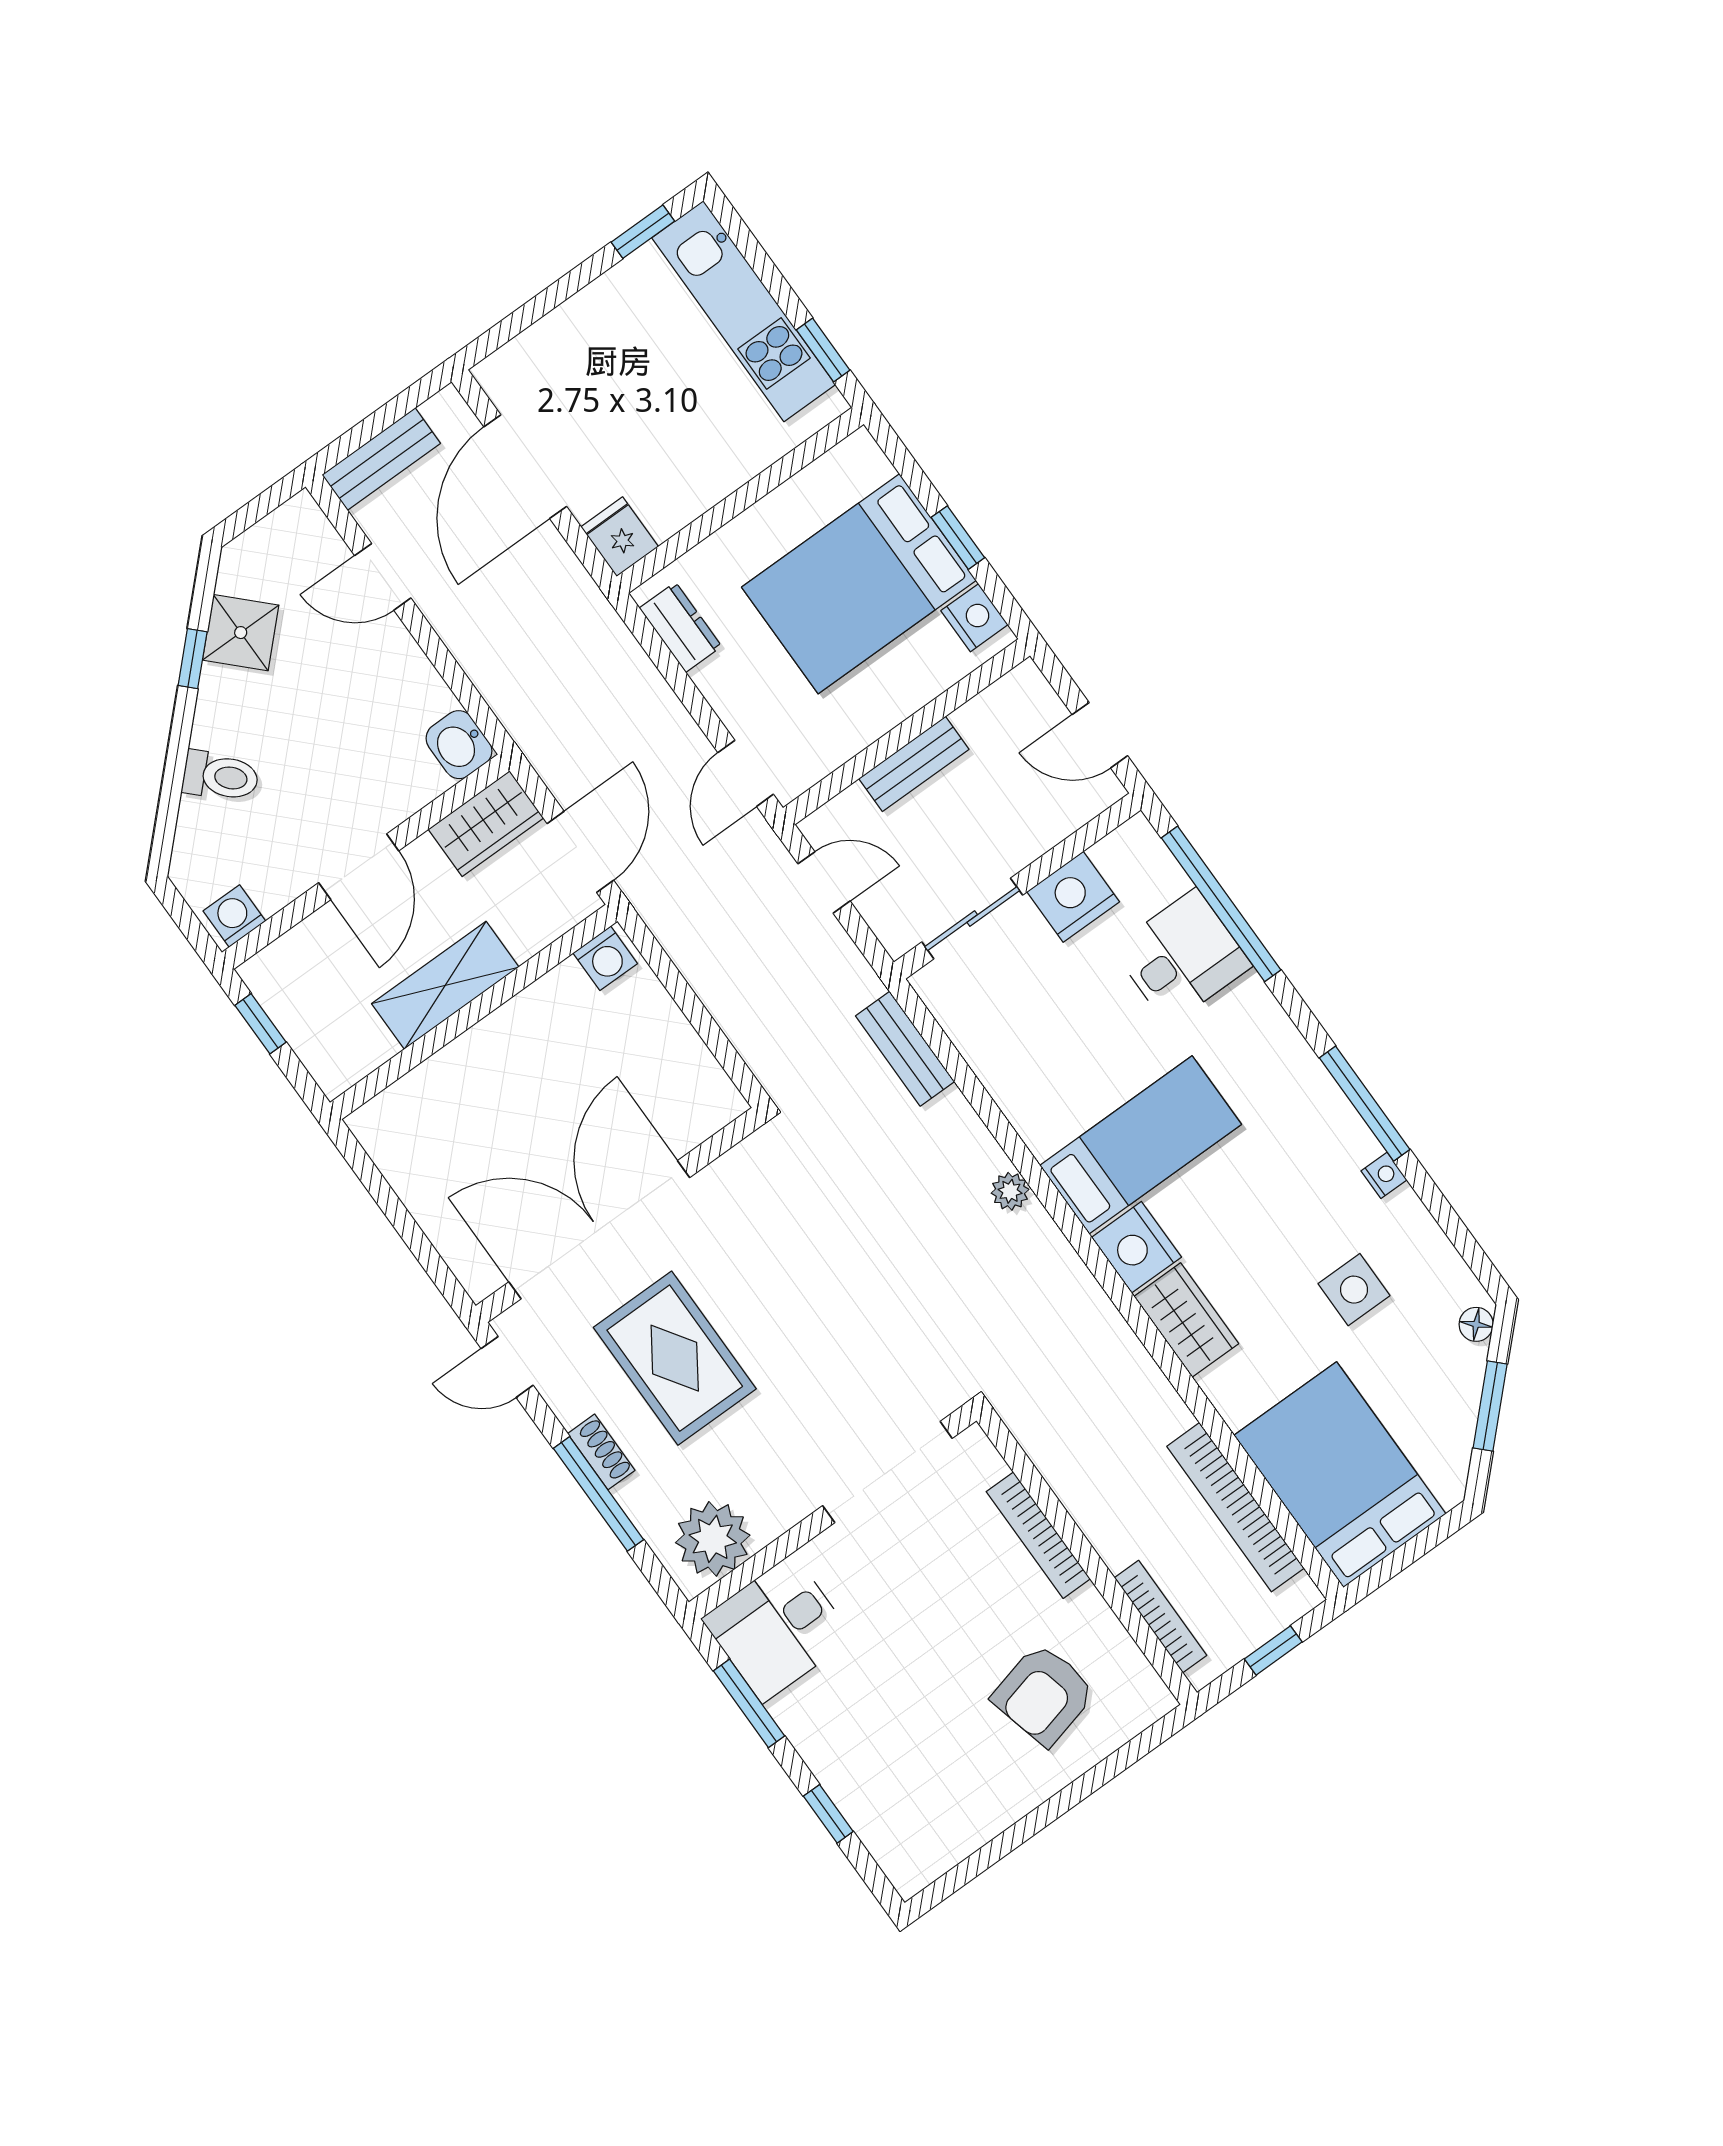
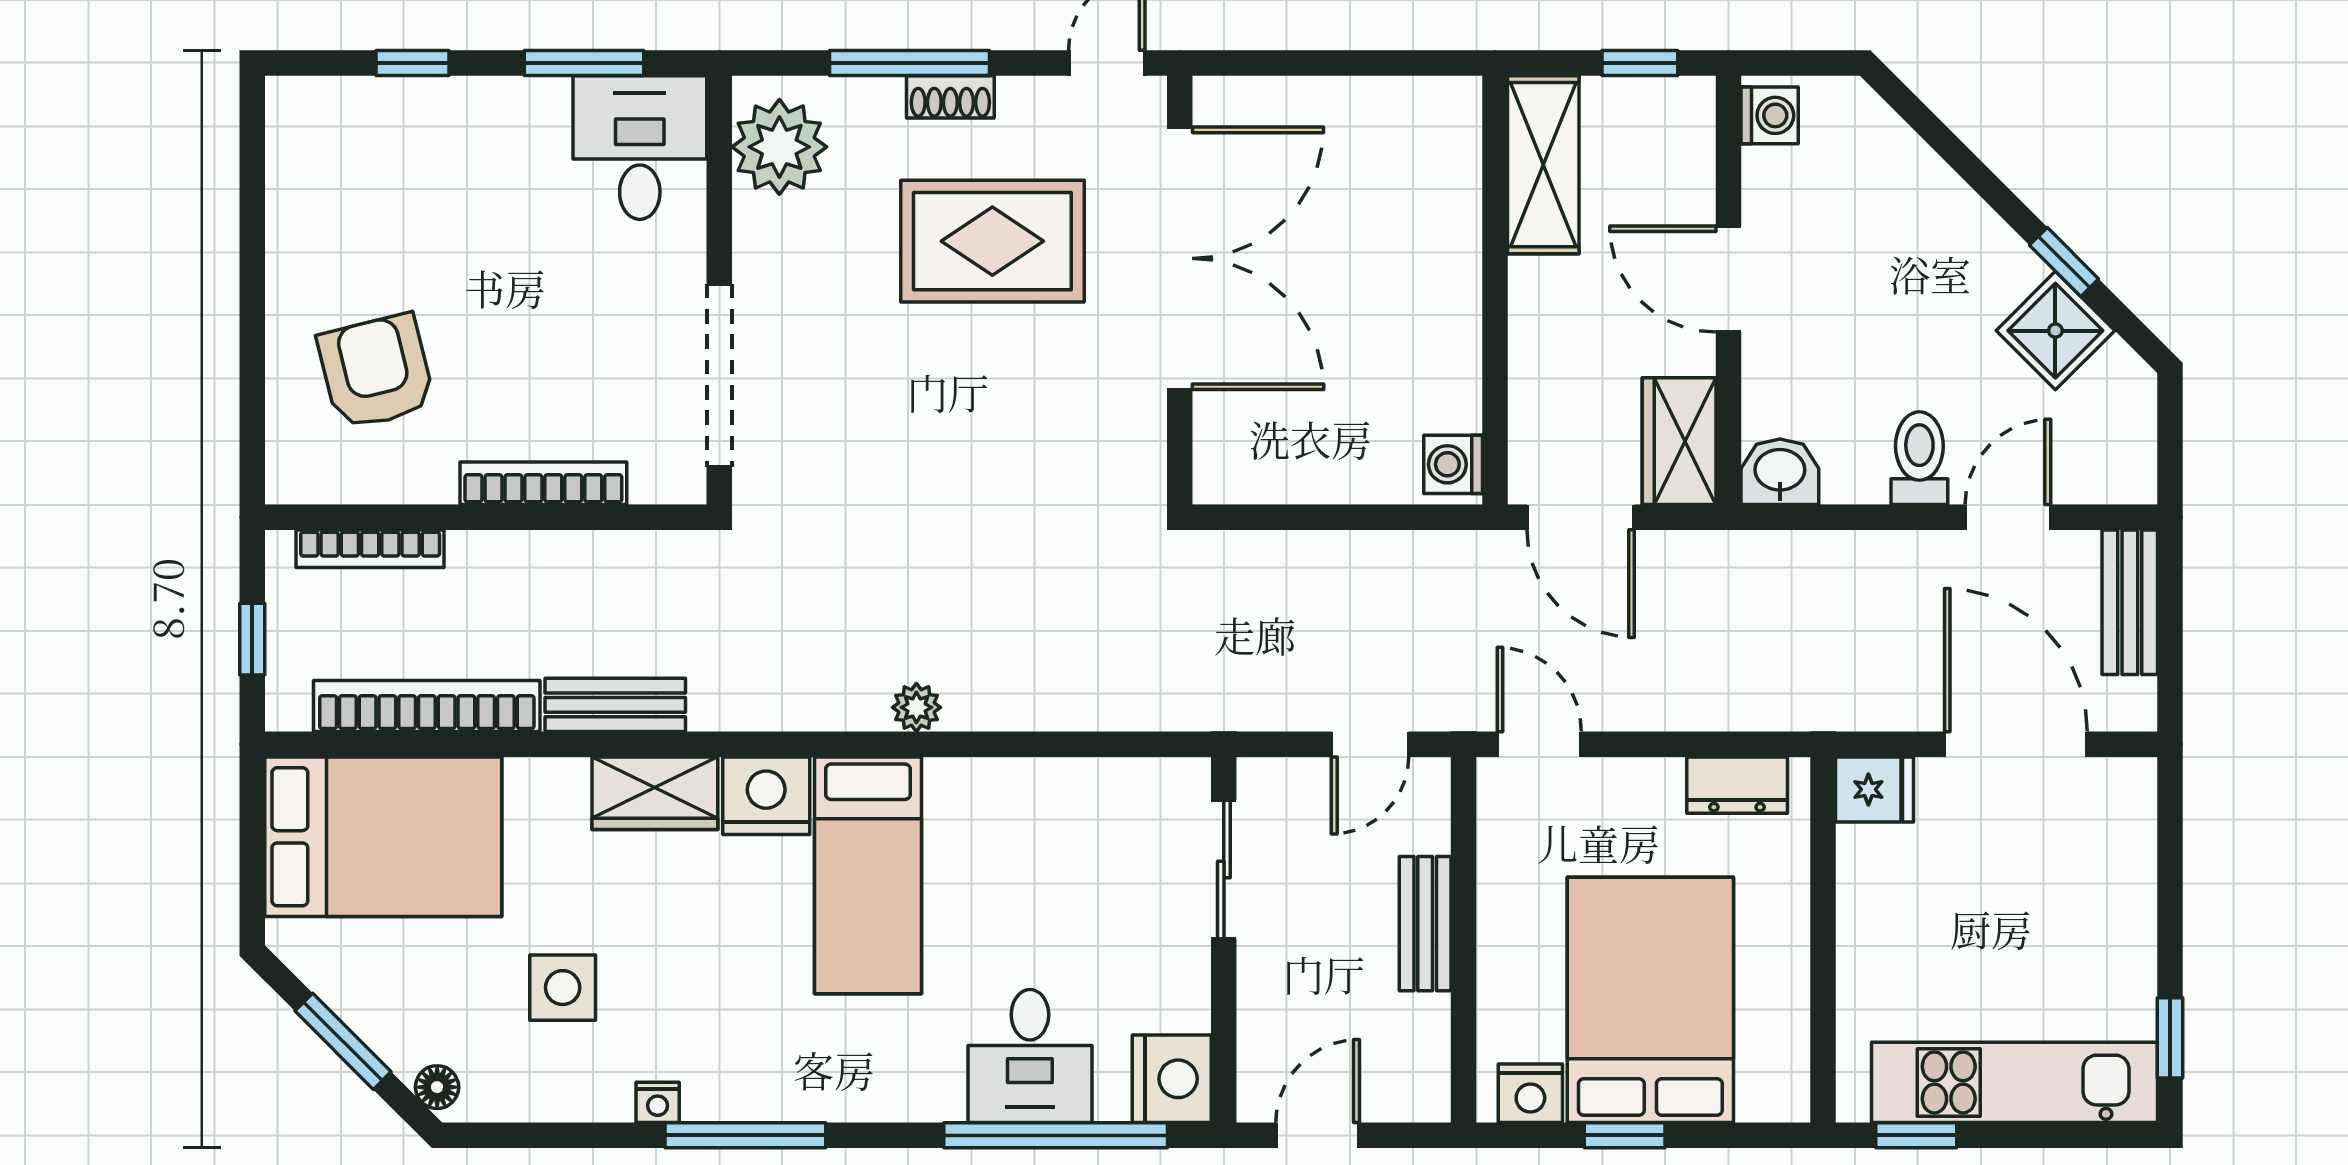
toilet: (221, 776) -> (1919, 458), moved, turned 135
nightstand: (1073, 897) -> (1172, 1079), moved
shelving: (445, 985) -> (1543, 165), moved
bench: (905, 1049) -> (615, 705), moved

